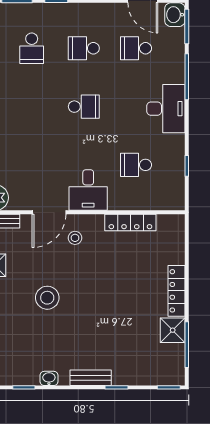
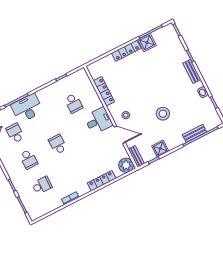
school desk: (136, 48) -> (15, 133), turned 180
desk: (166, 109) -> (27, 108), moved

